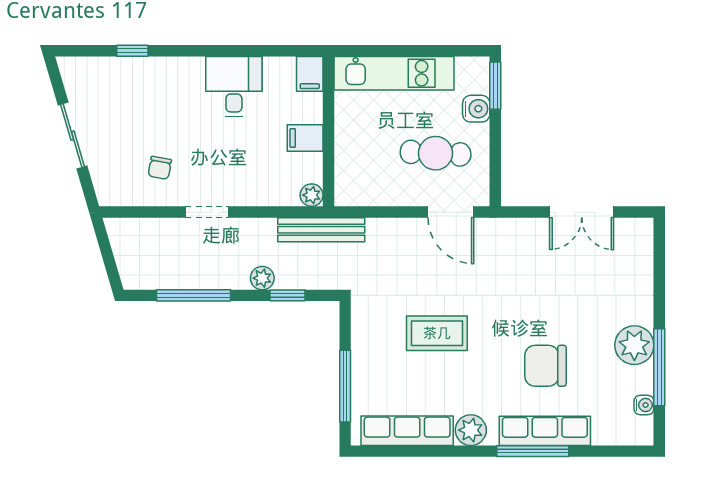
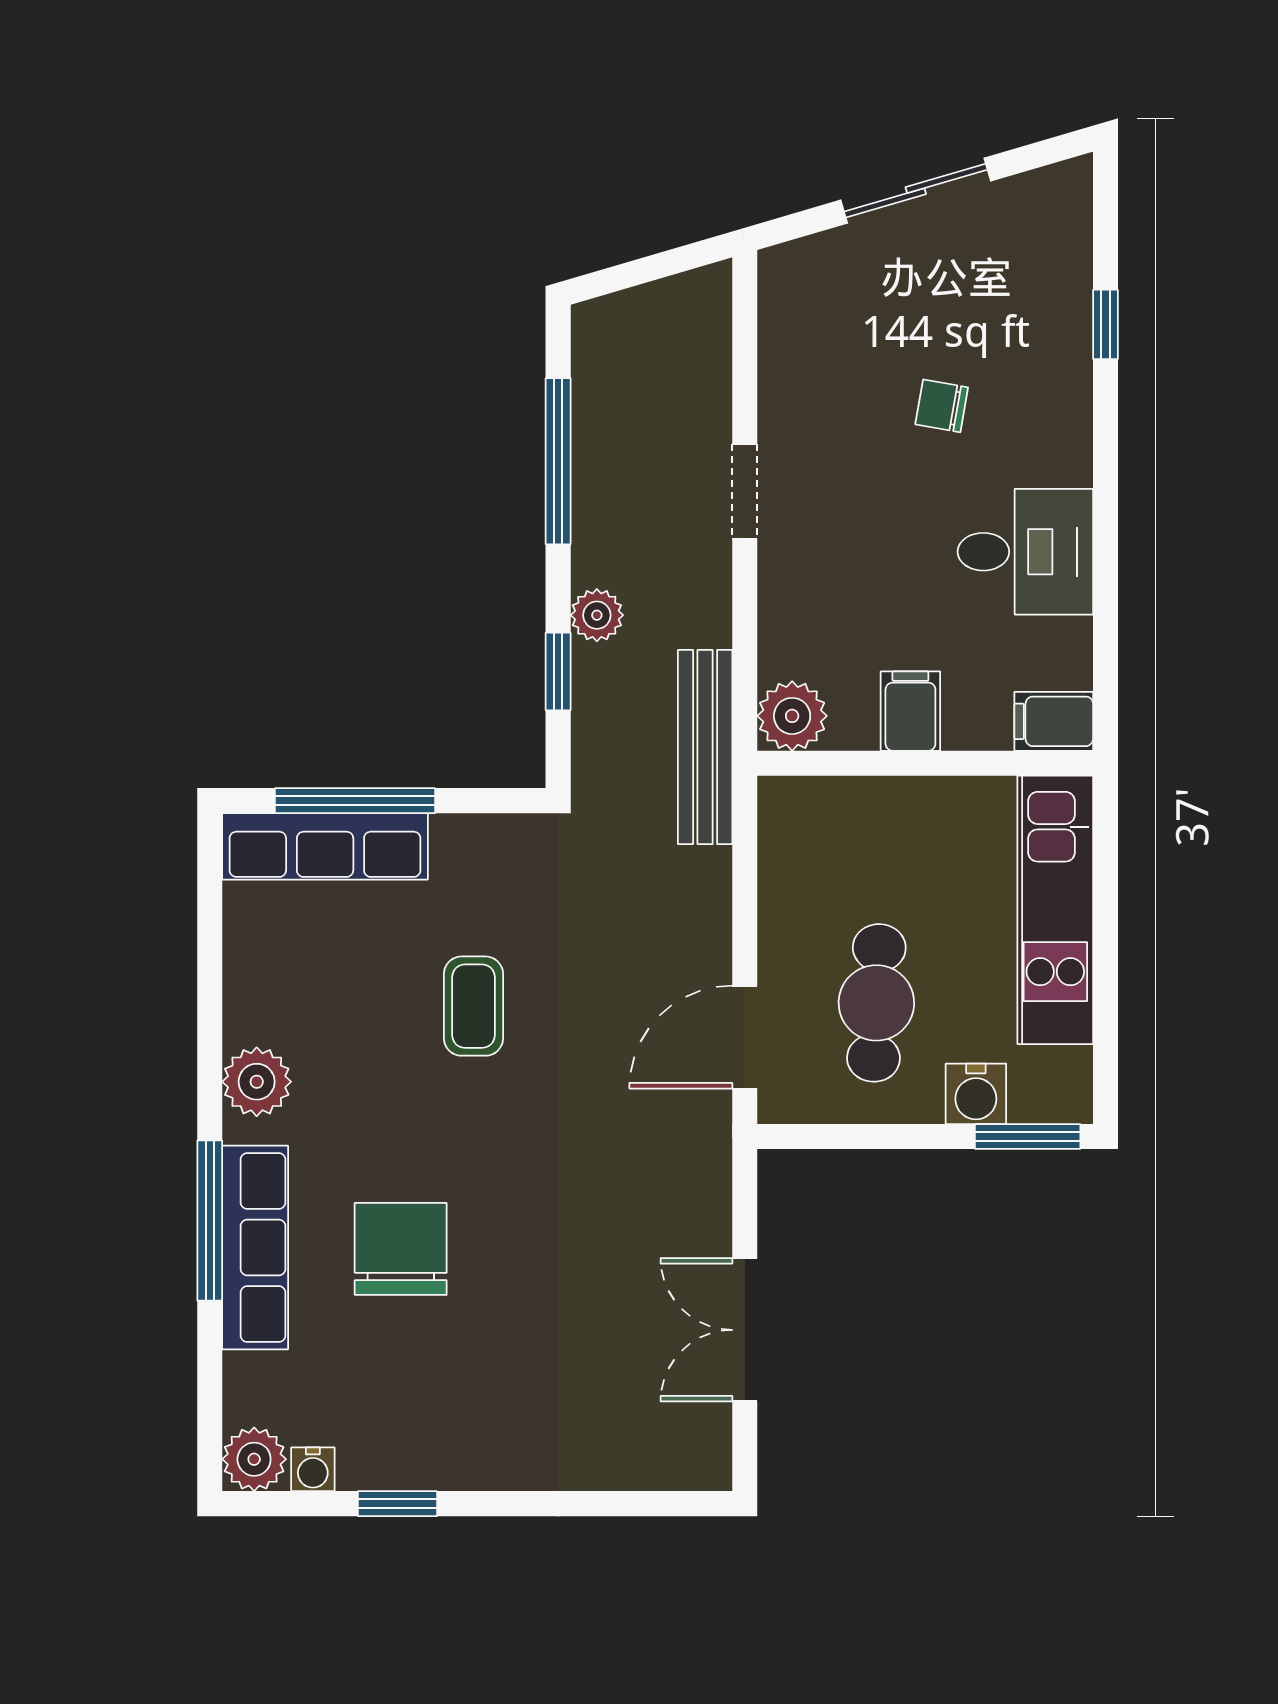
chair: (160, 168) -> (942, 406), moved
plant: (312, 195) -> (792, 716), width x1.38, depth x1.38
coffee table: (437, 333) -> (473, 1006), width x0.73, depth x0.77
plant: (634, 345) -> (254, 1459), moved, width x0.73, depth x0.73
window: (659, 367) -> (397, 1504), width x0.46
row of seats: (407, 431) -> (325, 846), moved, turned 90

